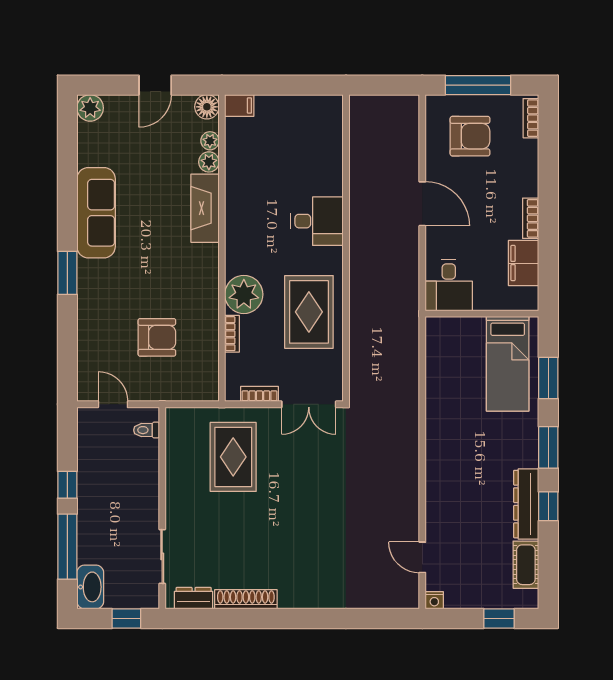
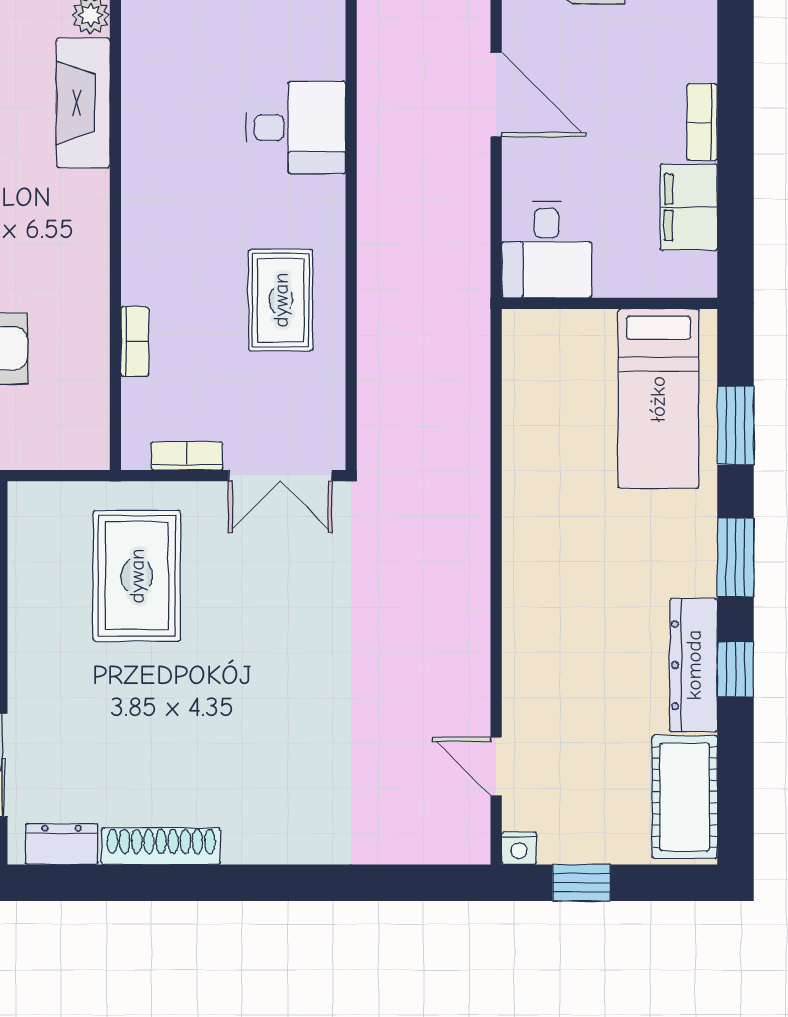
plant: (244, 294) -> (157, 267), removed
rug: (309, 312) -> (281, 300), width x0.73, depth x0.70
cot: (526, 565) -> (685, 797), width x1.37, depth x1.34
window: (499, 619) -> (581, 883), moved

